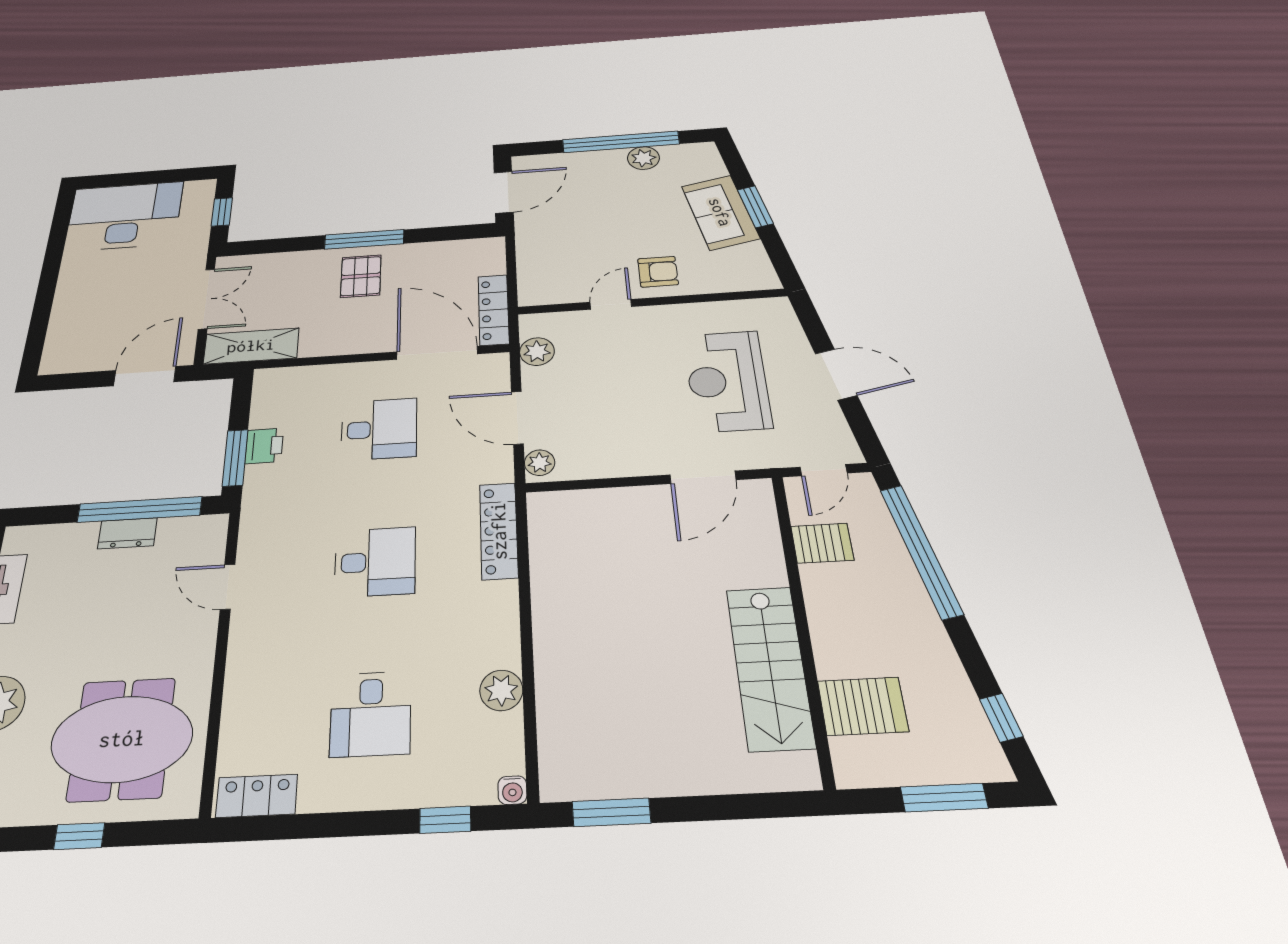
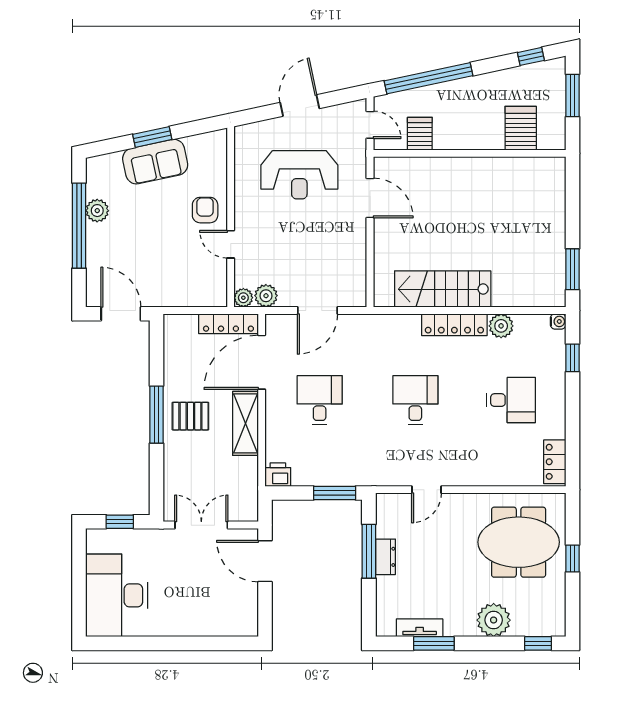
shelving: (251, 346) -> (245, 423), moved
printer: (264, 446) -> (278, 475), moved
plant: (540, 463) -> (243, 298), moved
window: (140, 509) -> (369, 551), width x0.68
locker: (499, 531) -> (454, 325), moved
stairs: (770, 667) -> (443, 289), moved, turned 180
meeting table: (122, 739) -> (519, 542), turned 90

